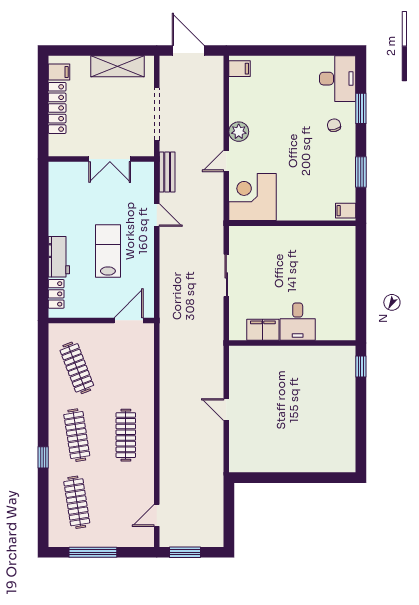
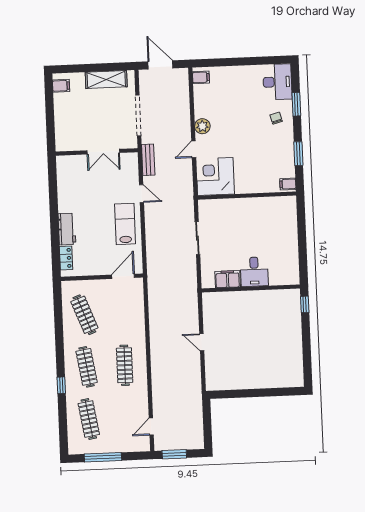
locker: (57, 108) -> (61, 114), removed
lab bench: (108, 251) -> (125, 224), moved

